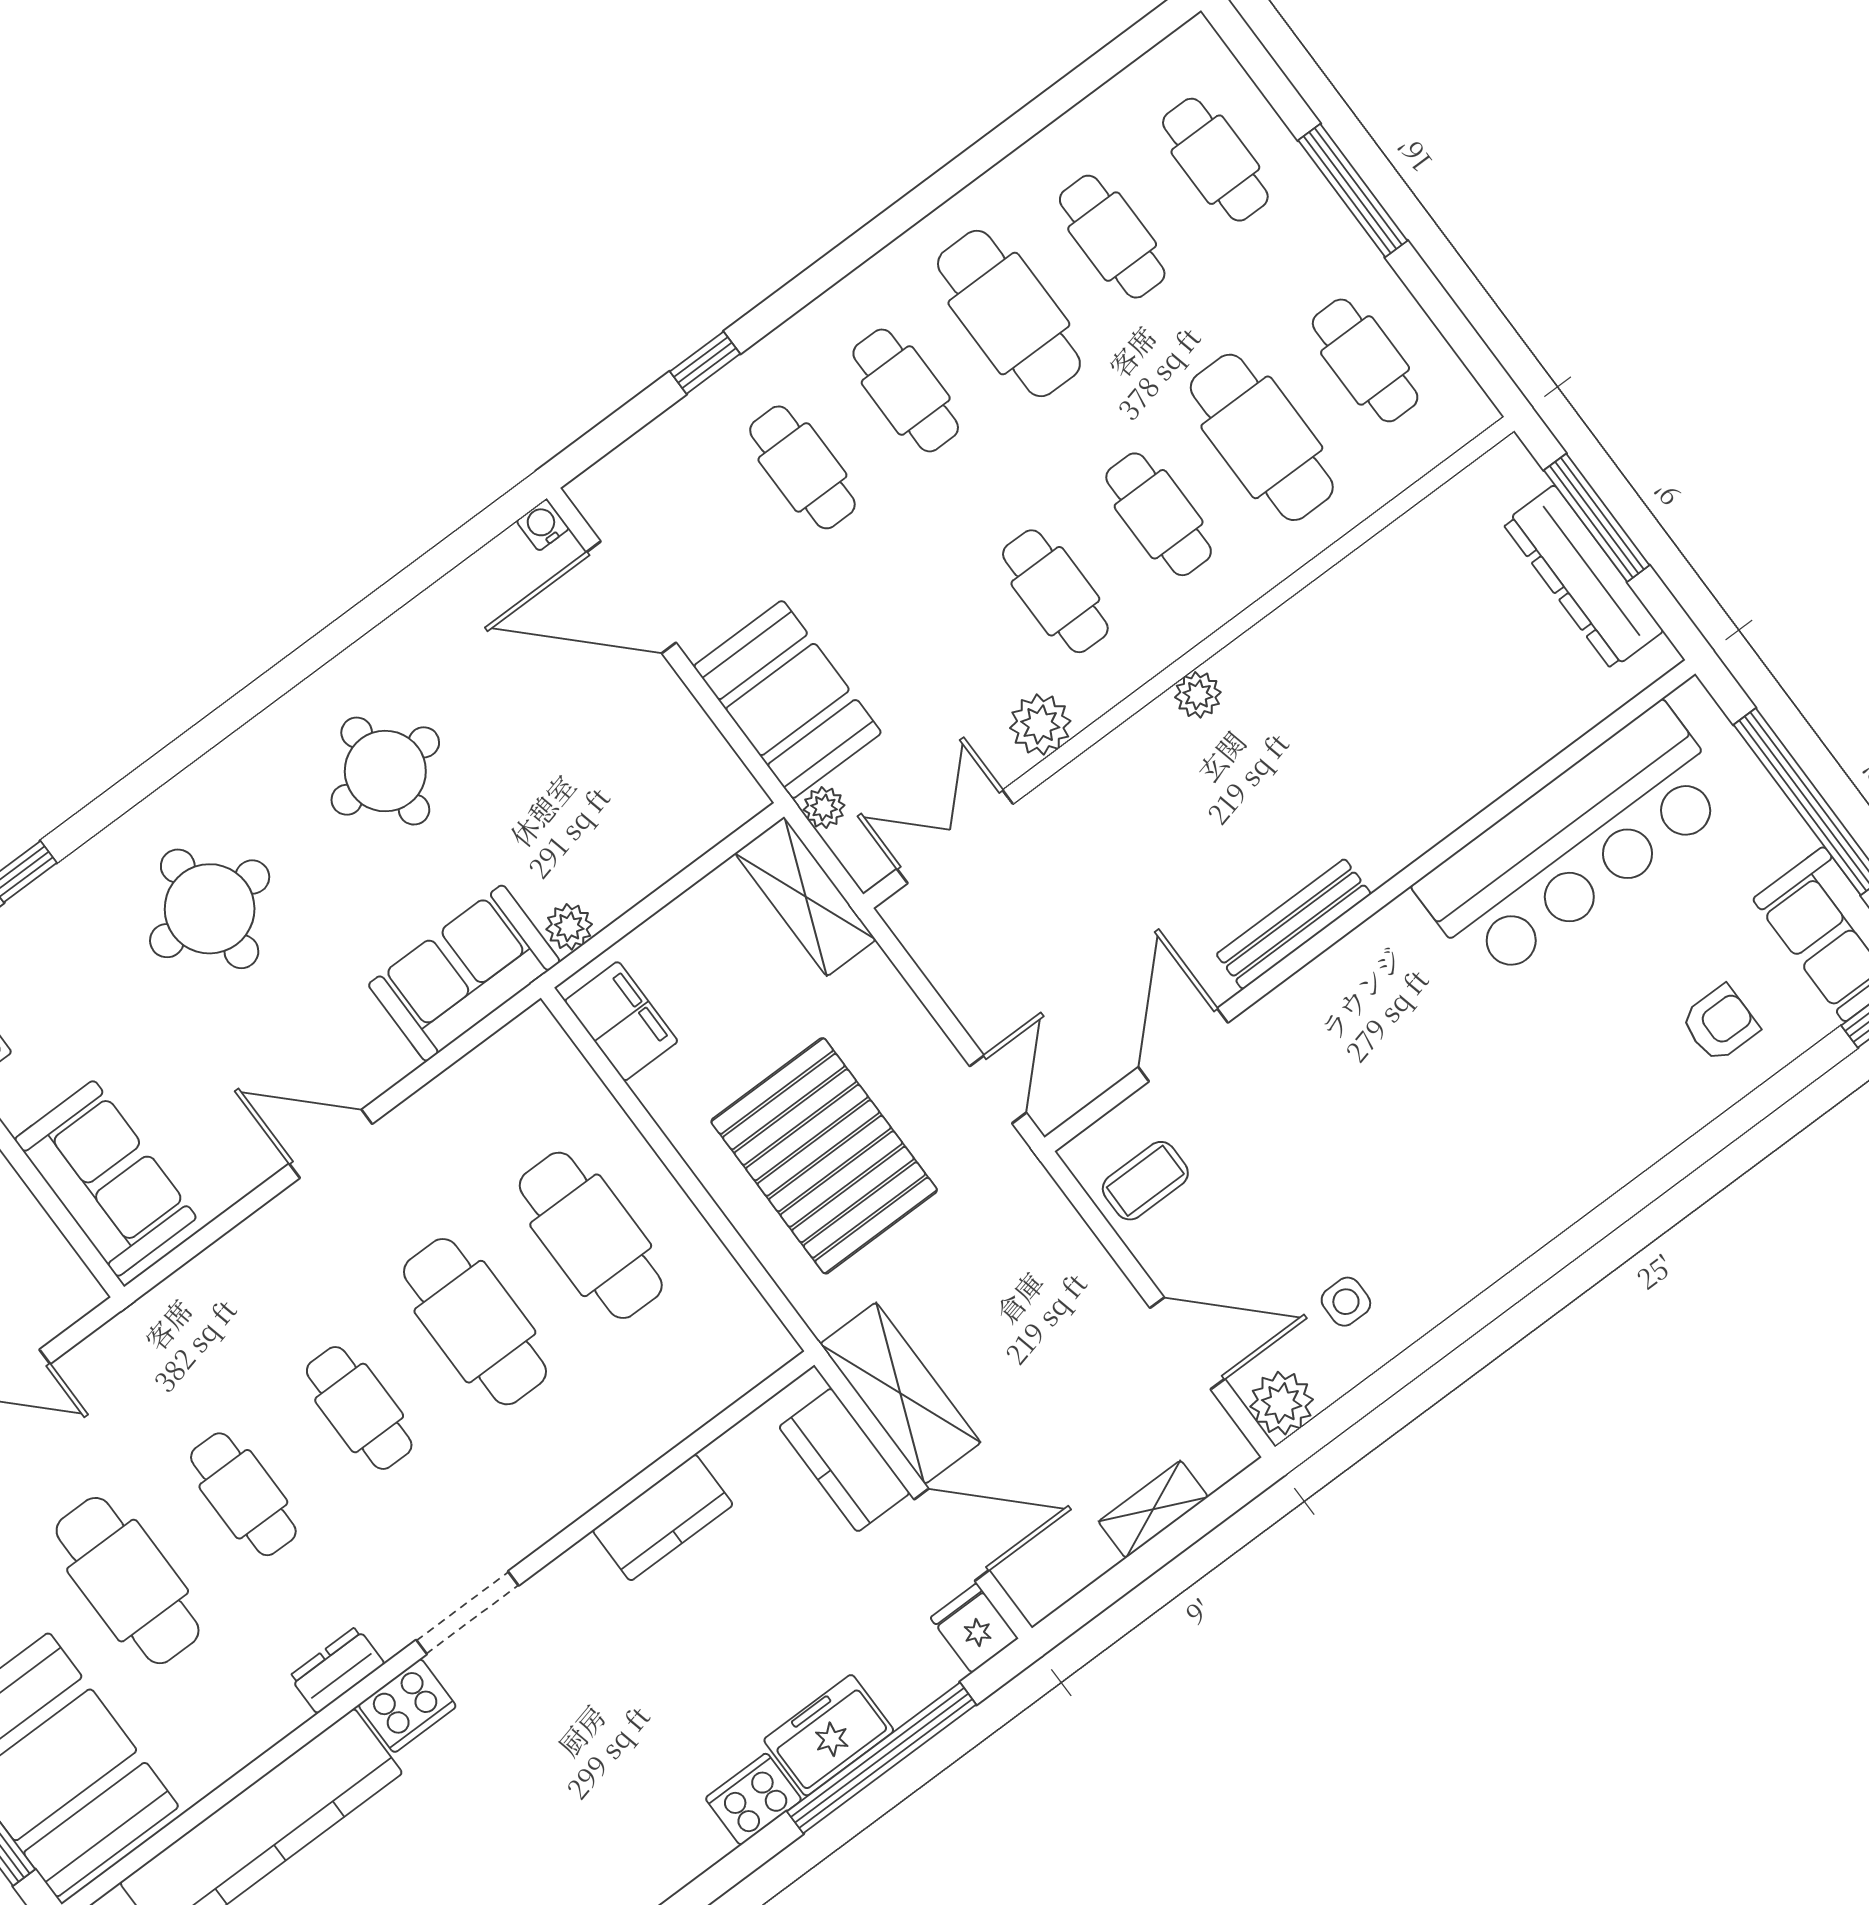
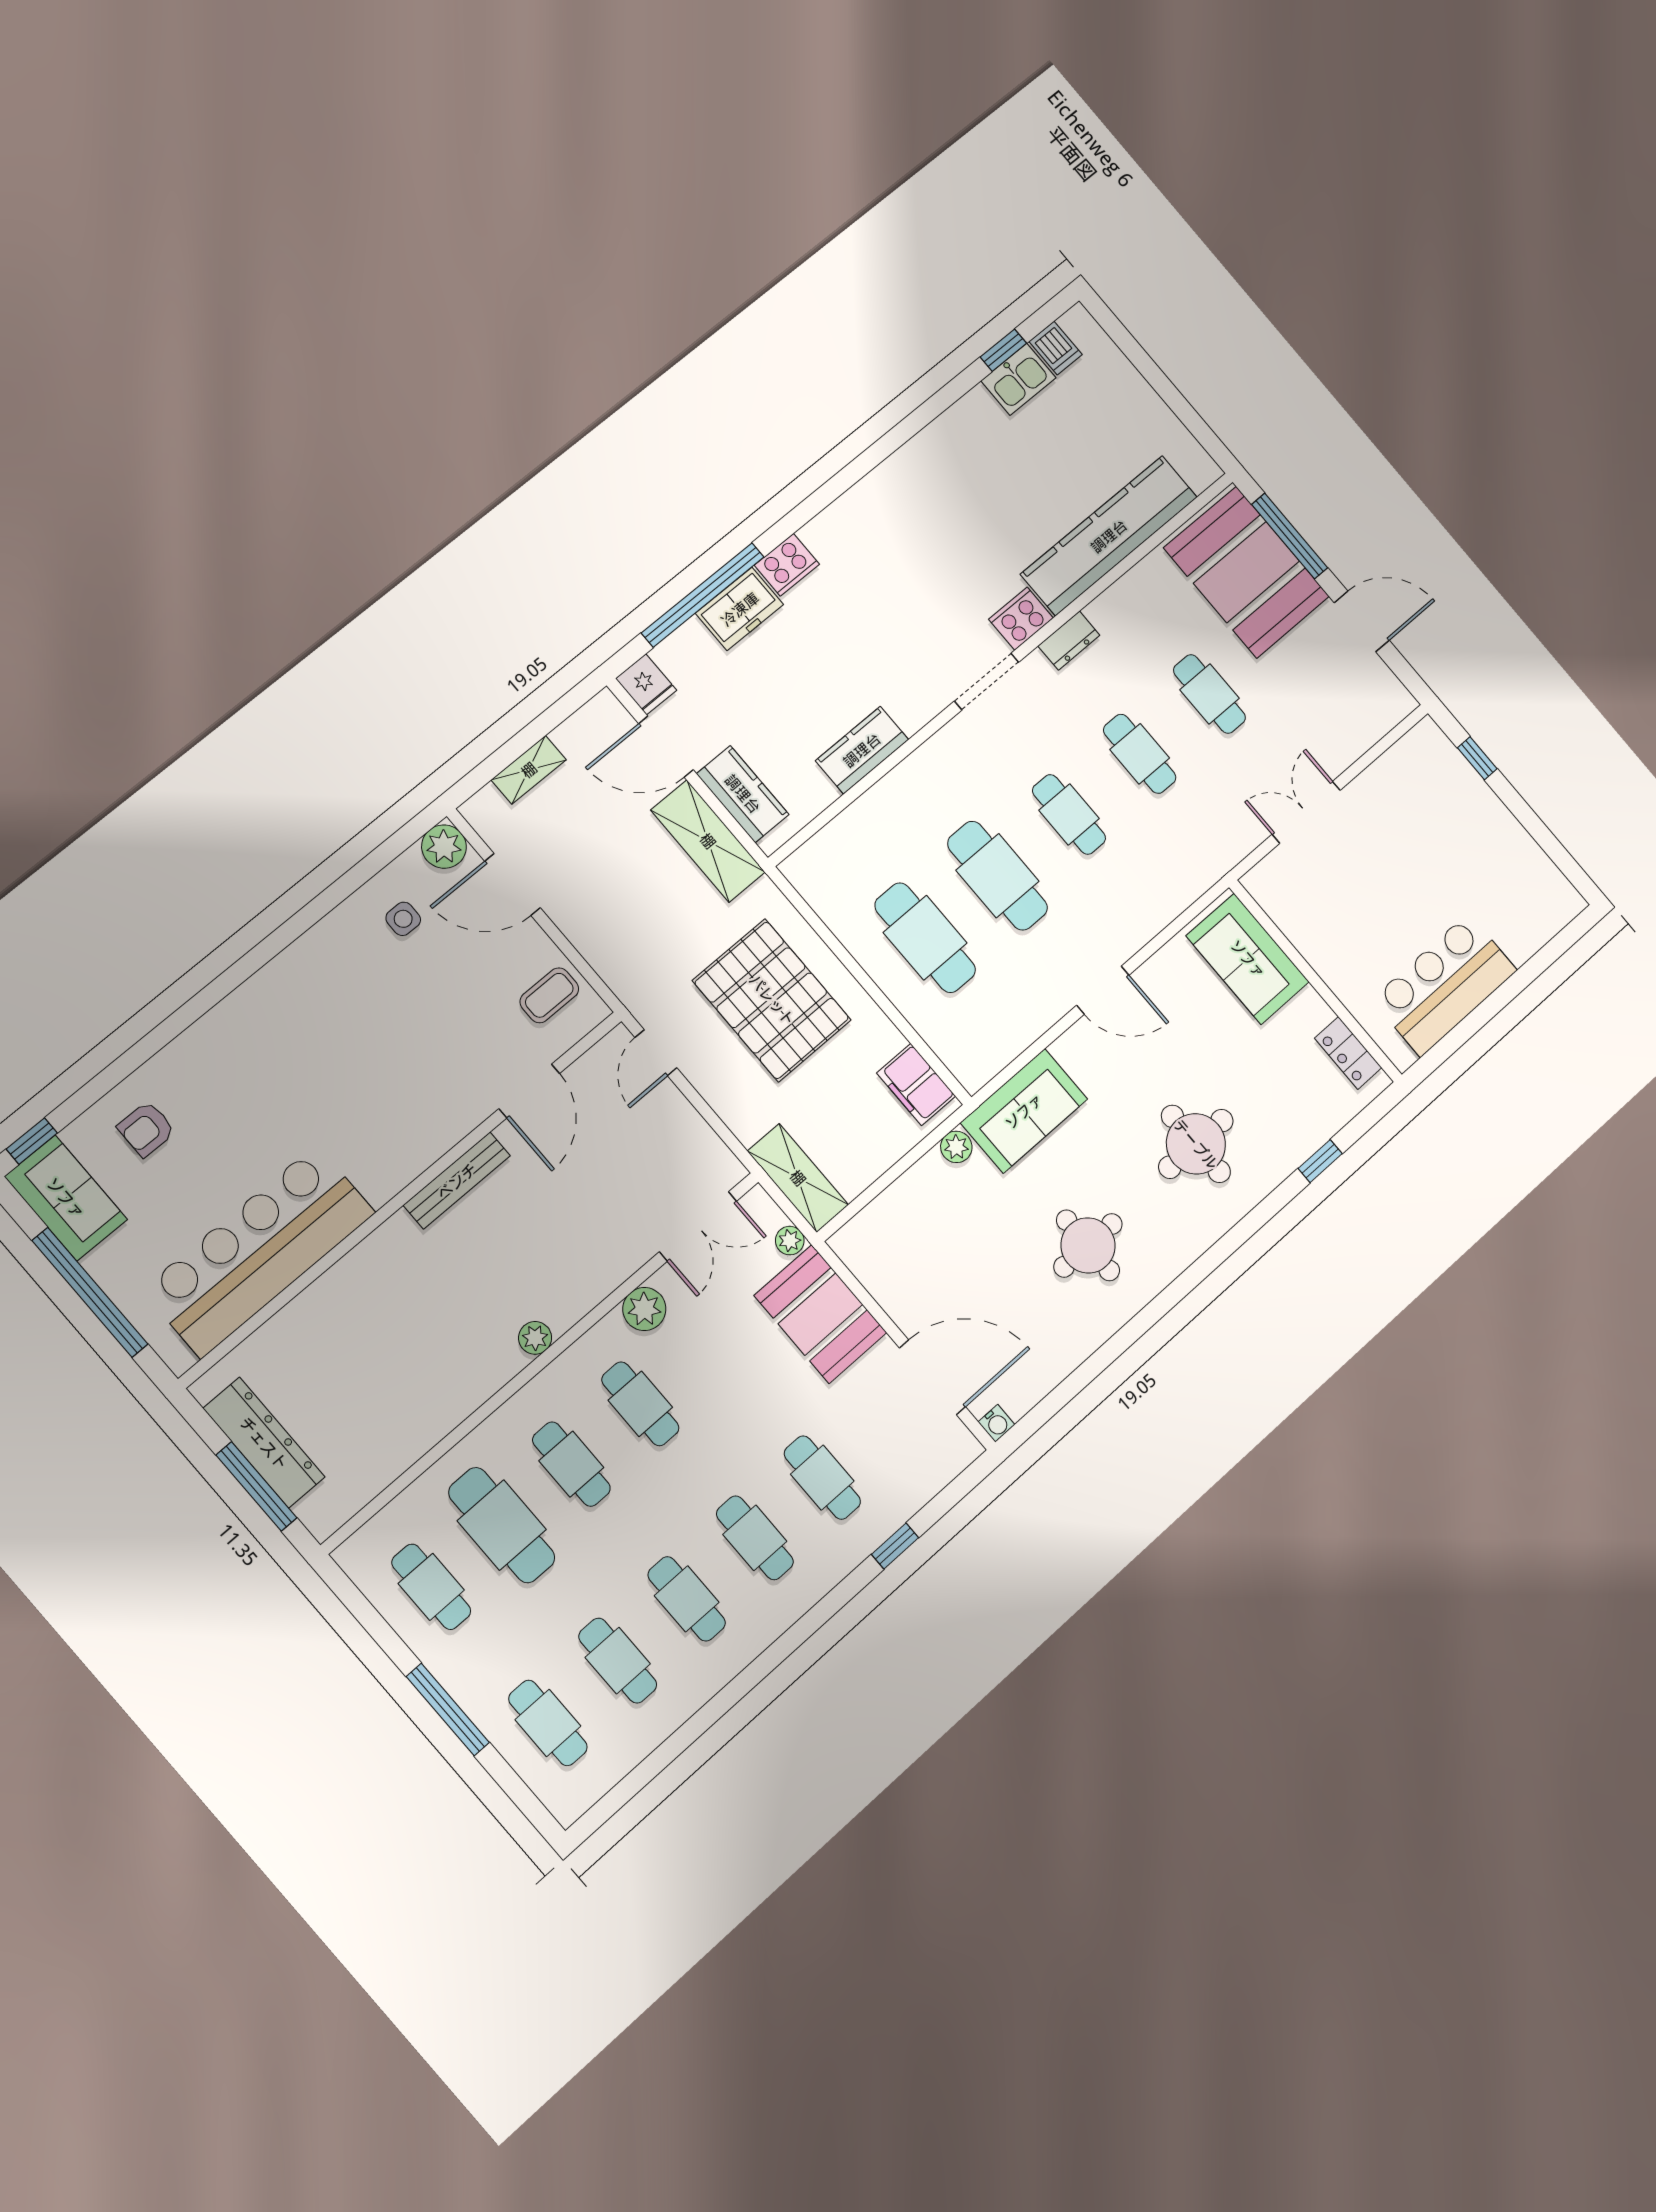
cafe table: (1009, 314) -> (687, 1599), width x0.73, depth x0.74
cafe table: (128, 1581) -> (1209, 694), width x0.73, depth x0.74

